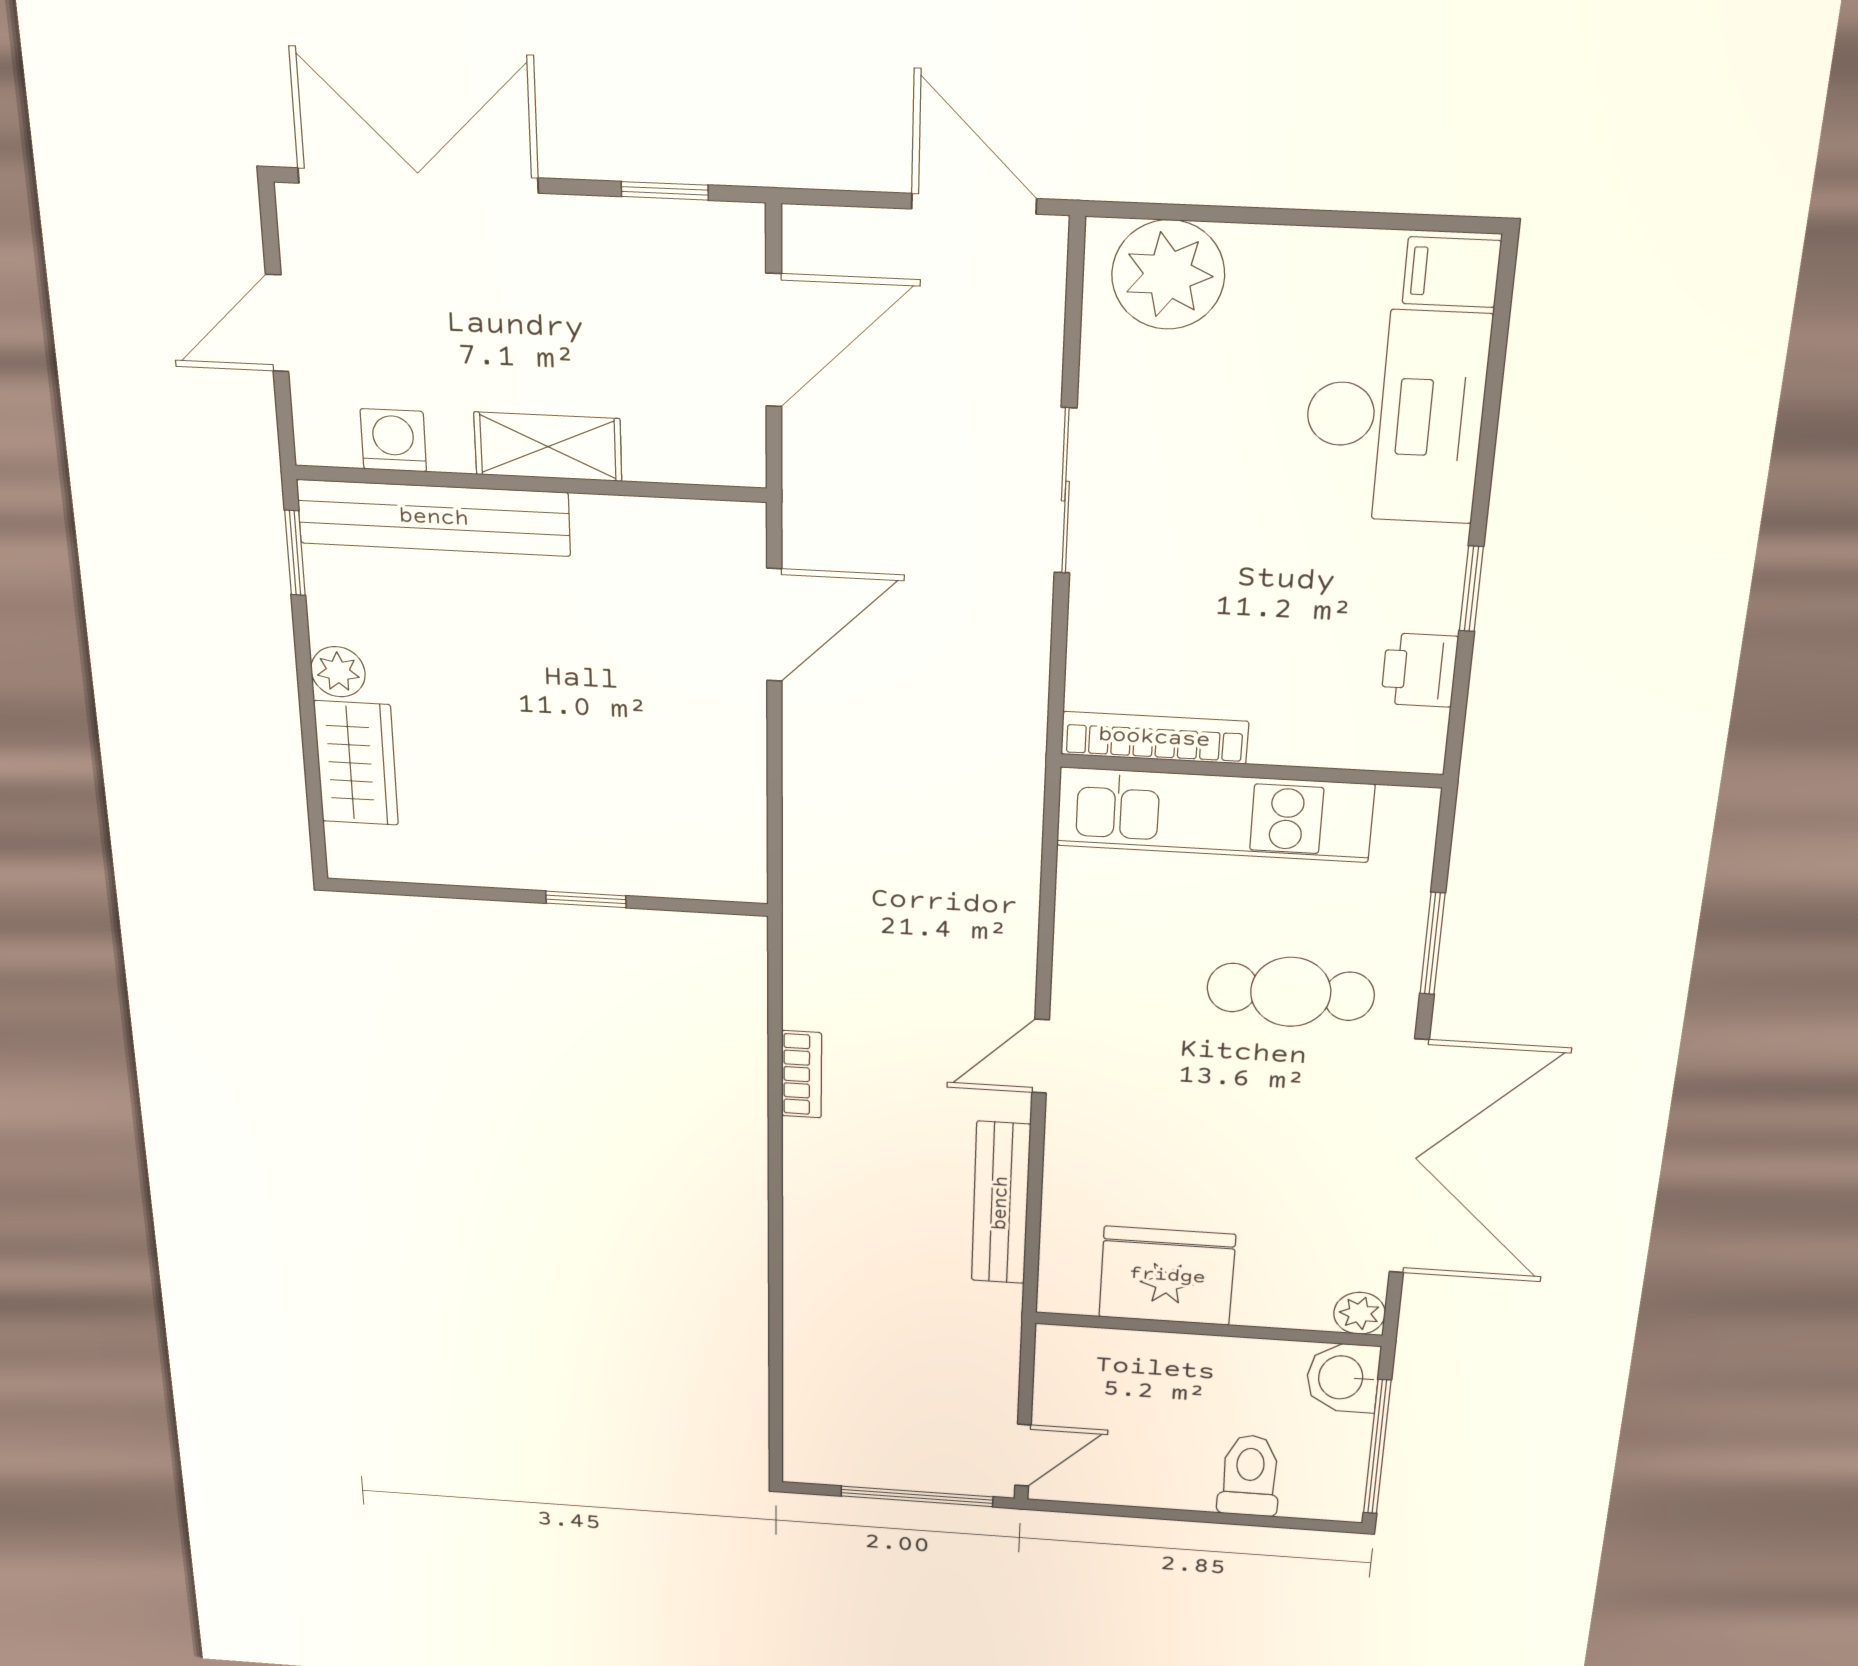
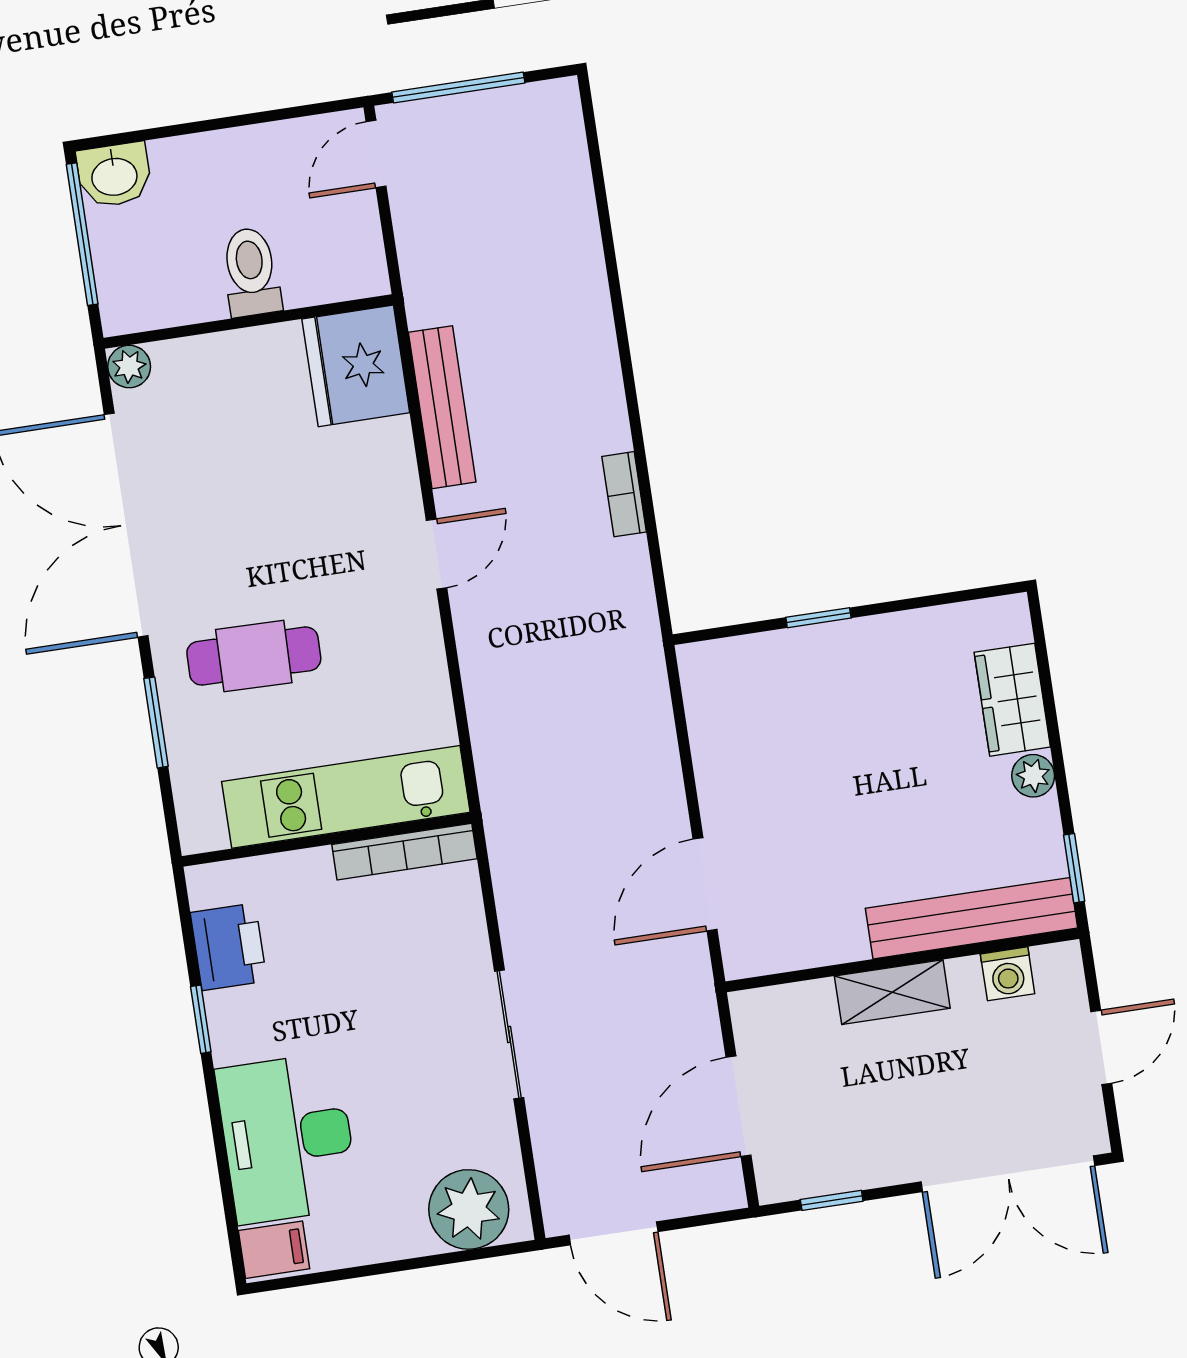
printer: (1419, 670) -> (229, 947), width x1.36, depth x1.24
fridge: (1167, 1276) -> (356, 366), moved, turned 90
washbasin: (1343, 1378) -> (114, 175), moved, turned 90
toilet: (1249, 1476) -> (251, 272), moved, turned 180

